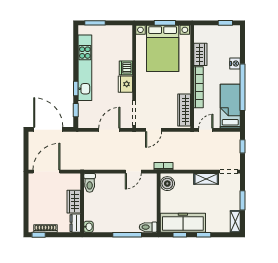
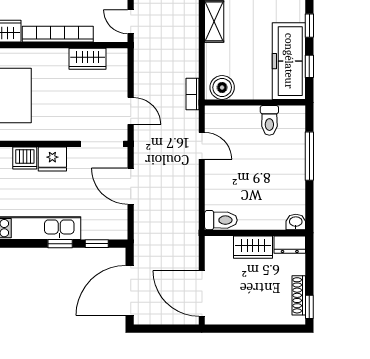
wardrobe: (184, 110) -> (88, 59), width x0.67
toilet: (148, 227) -> (269, 120), moved

